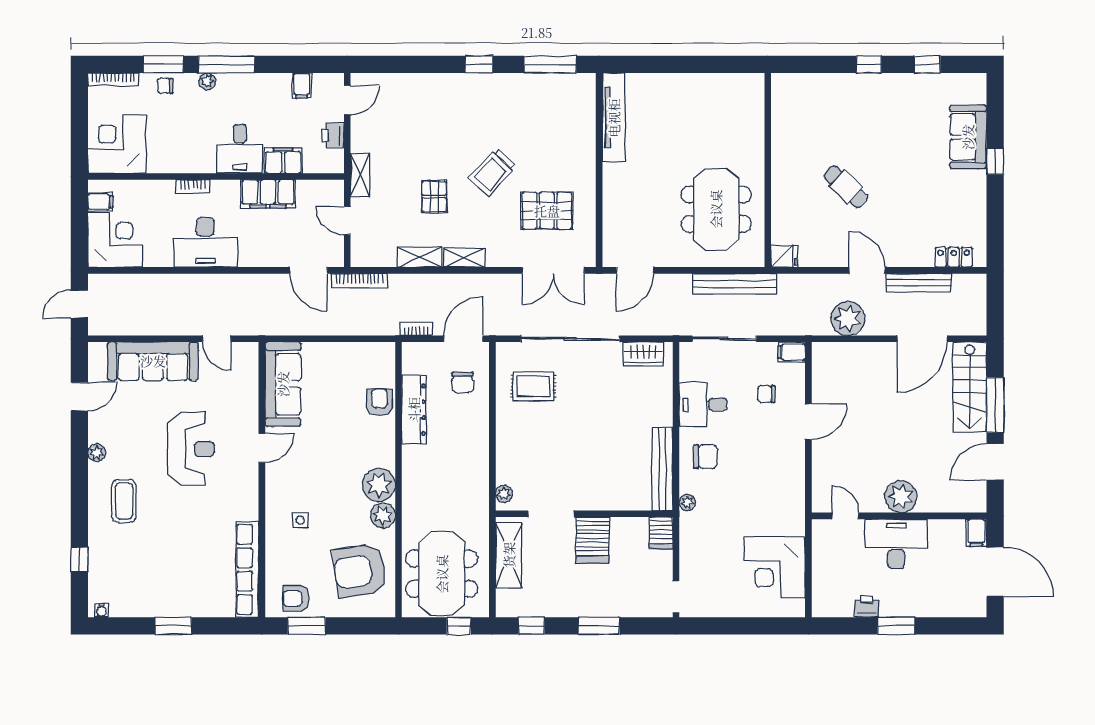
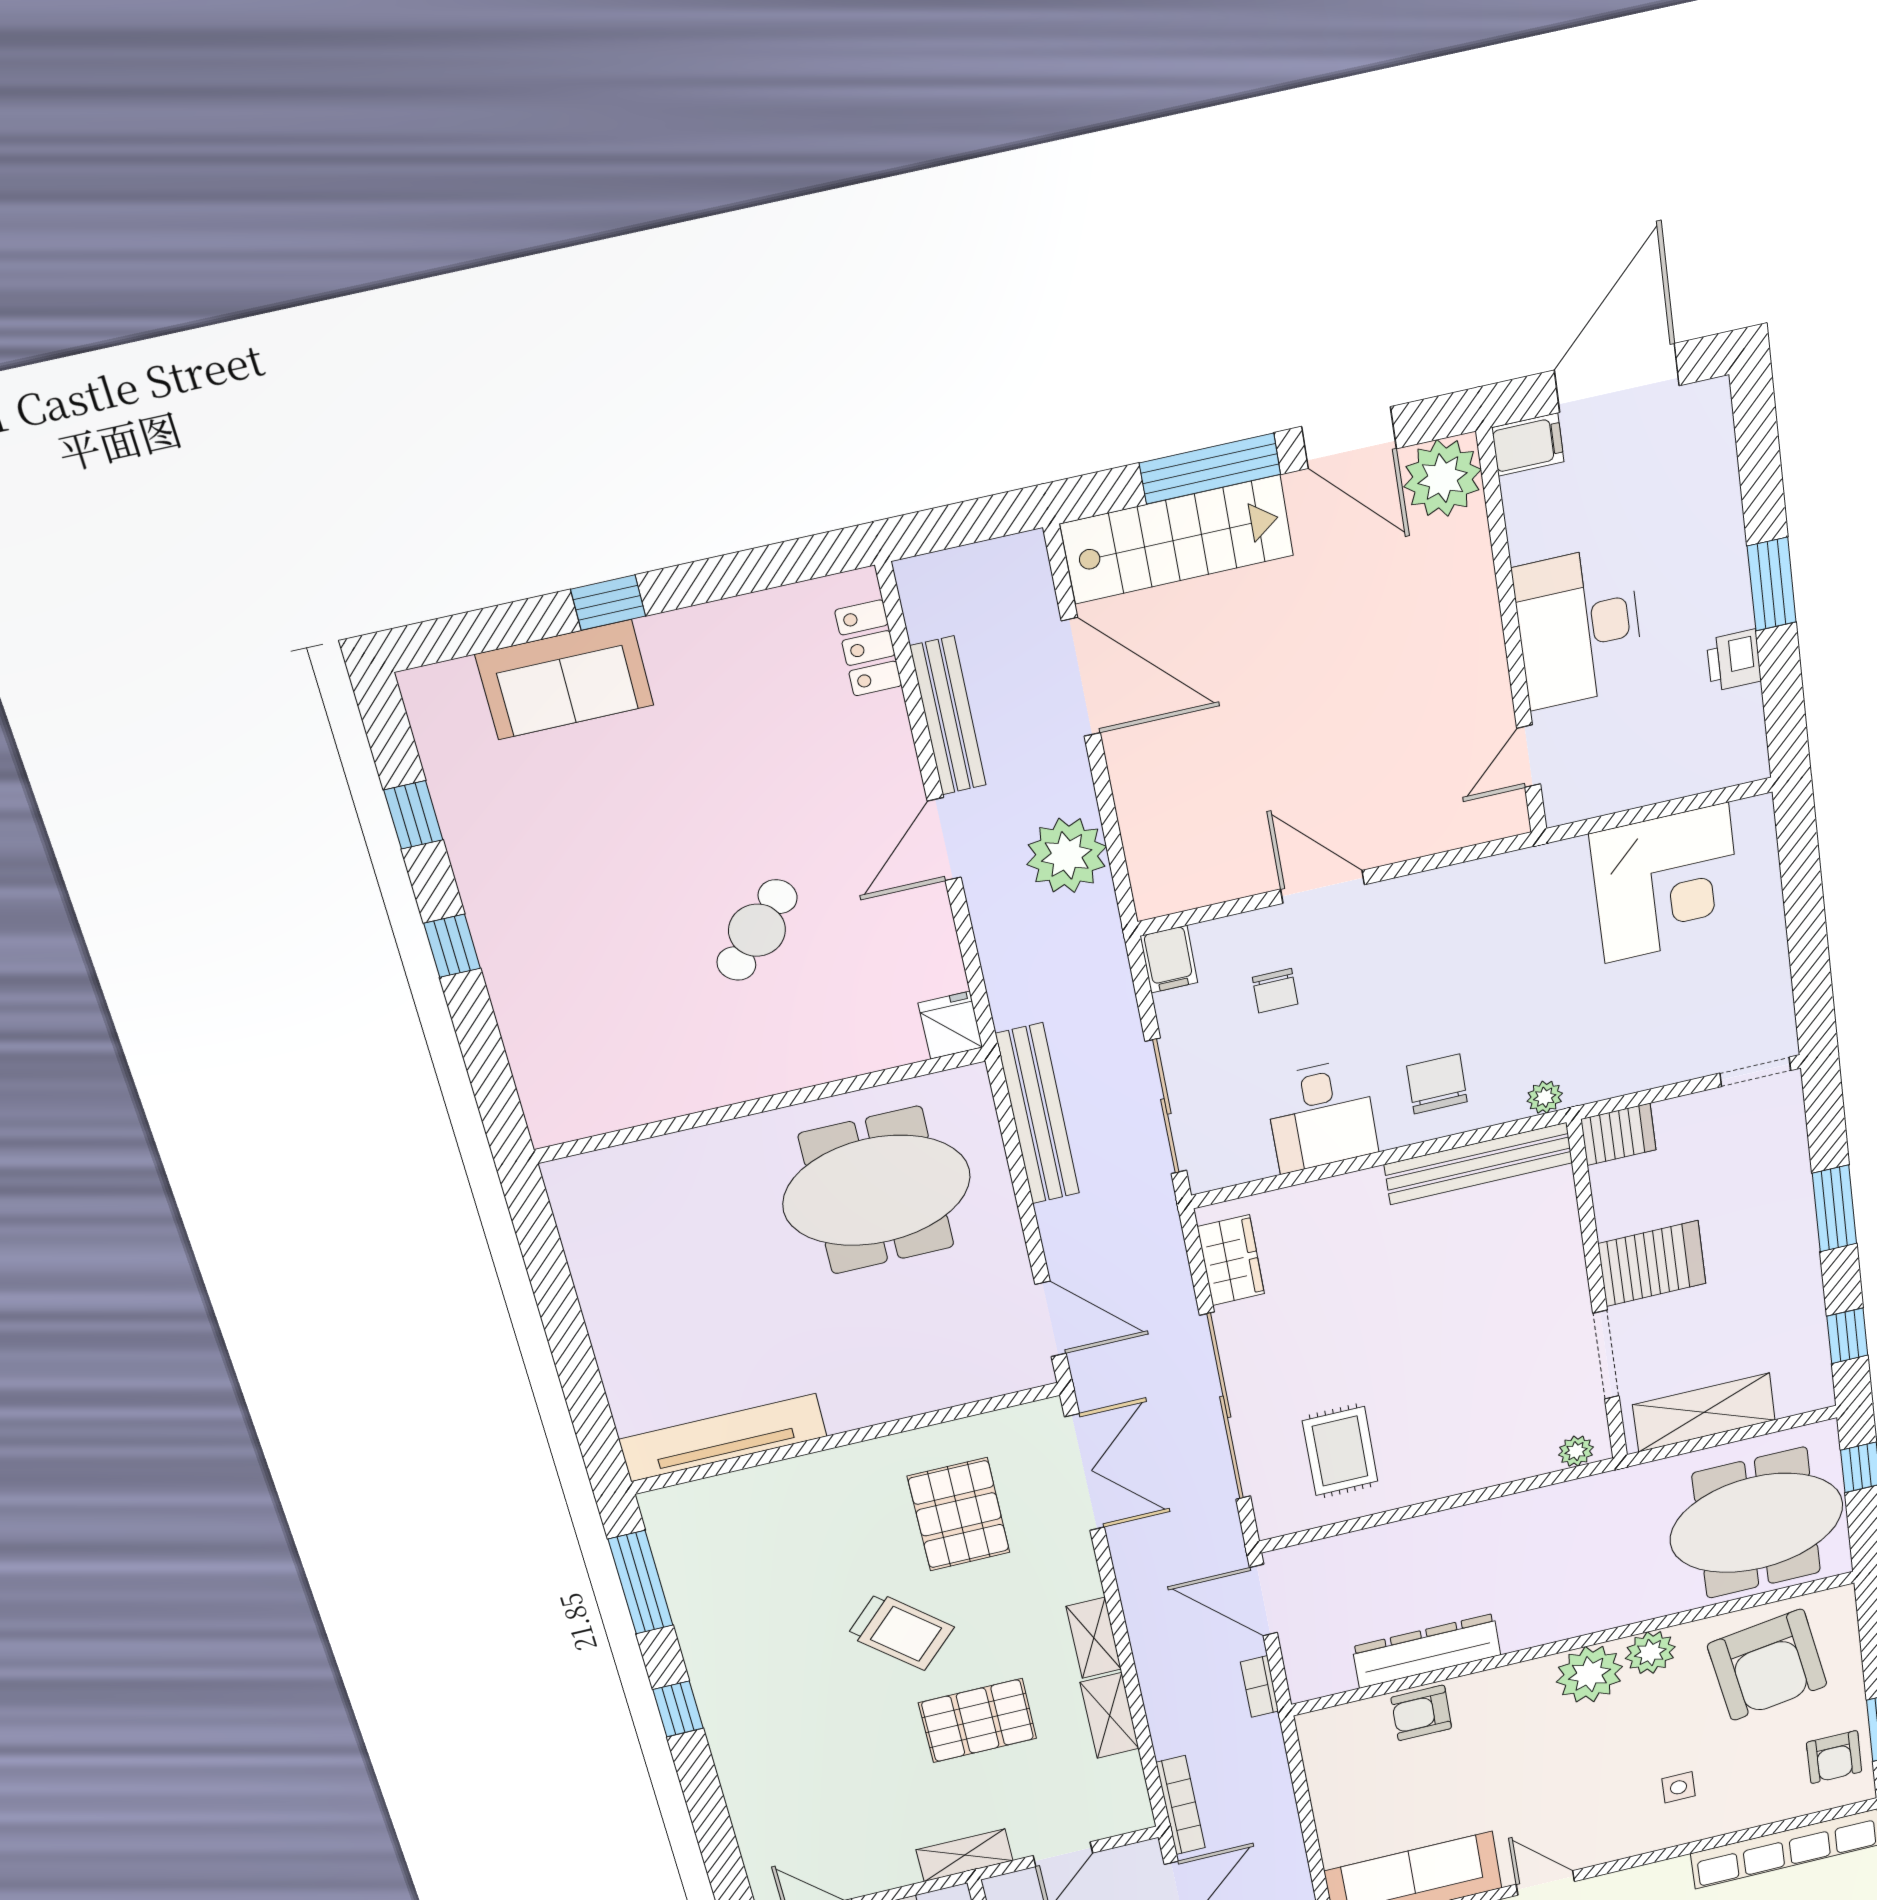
pallet: (434, 197) -> (978, 1721), width x1.50, depth x1.42
chair: (462, 382) -> (1355, 1580), removed
plant: (901, 497) -> (1442, 478), moved

